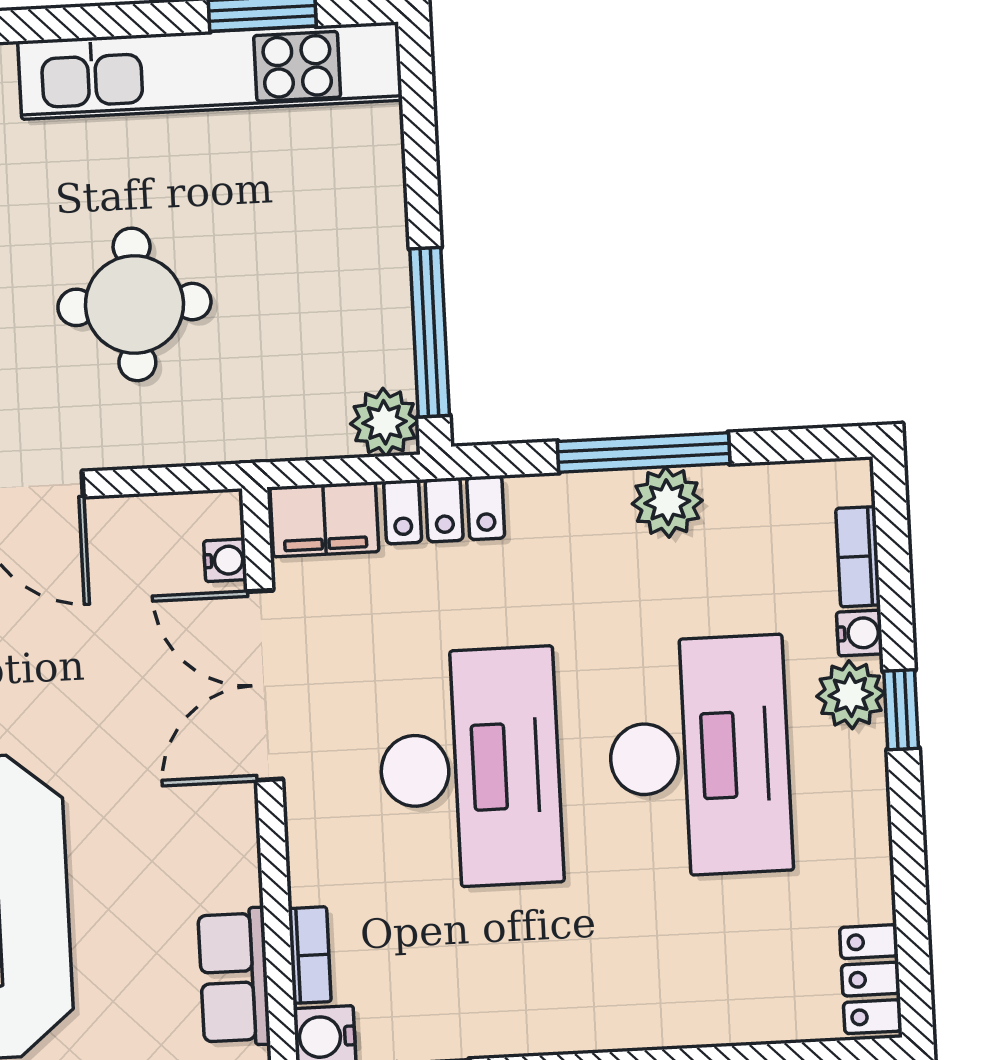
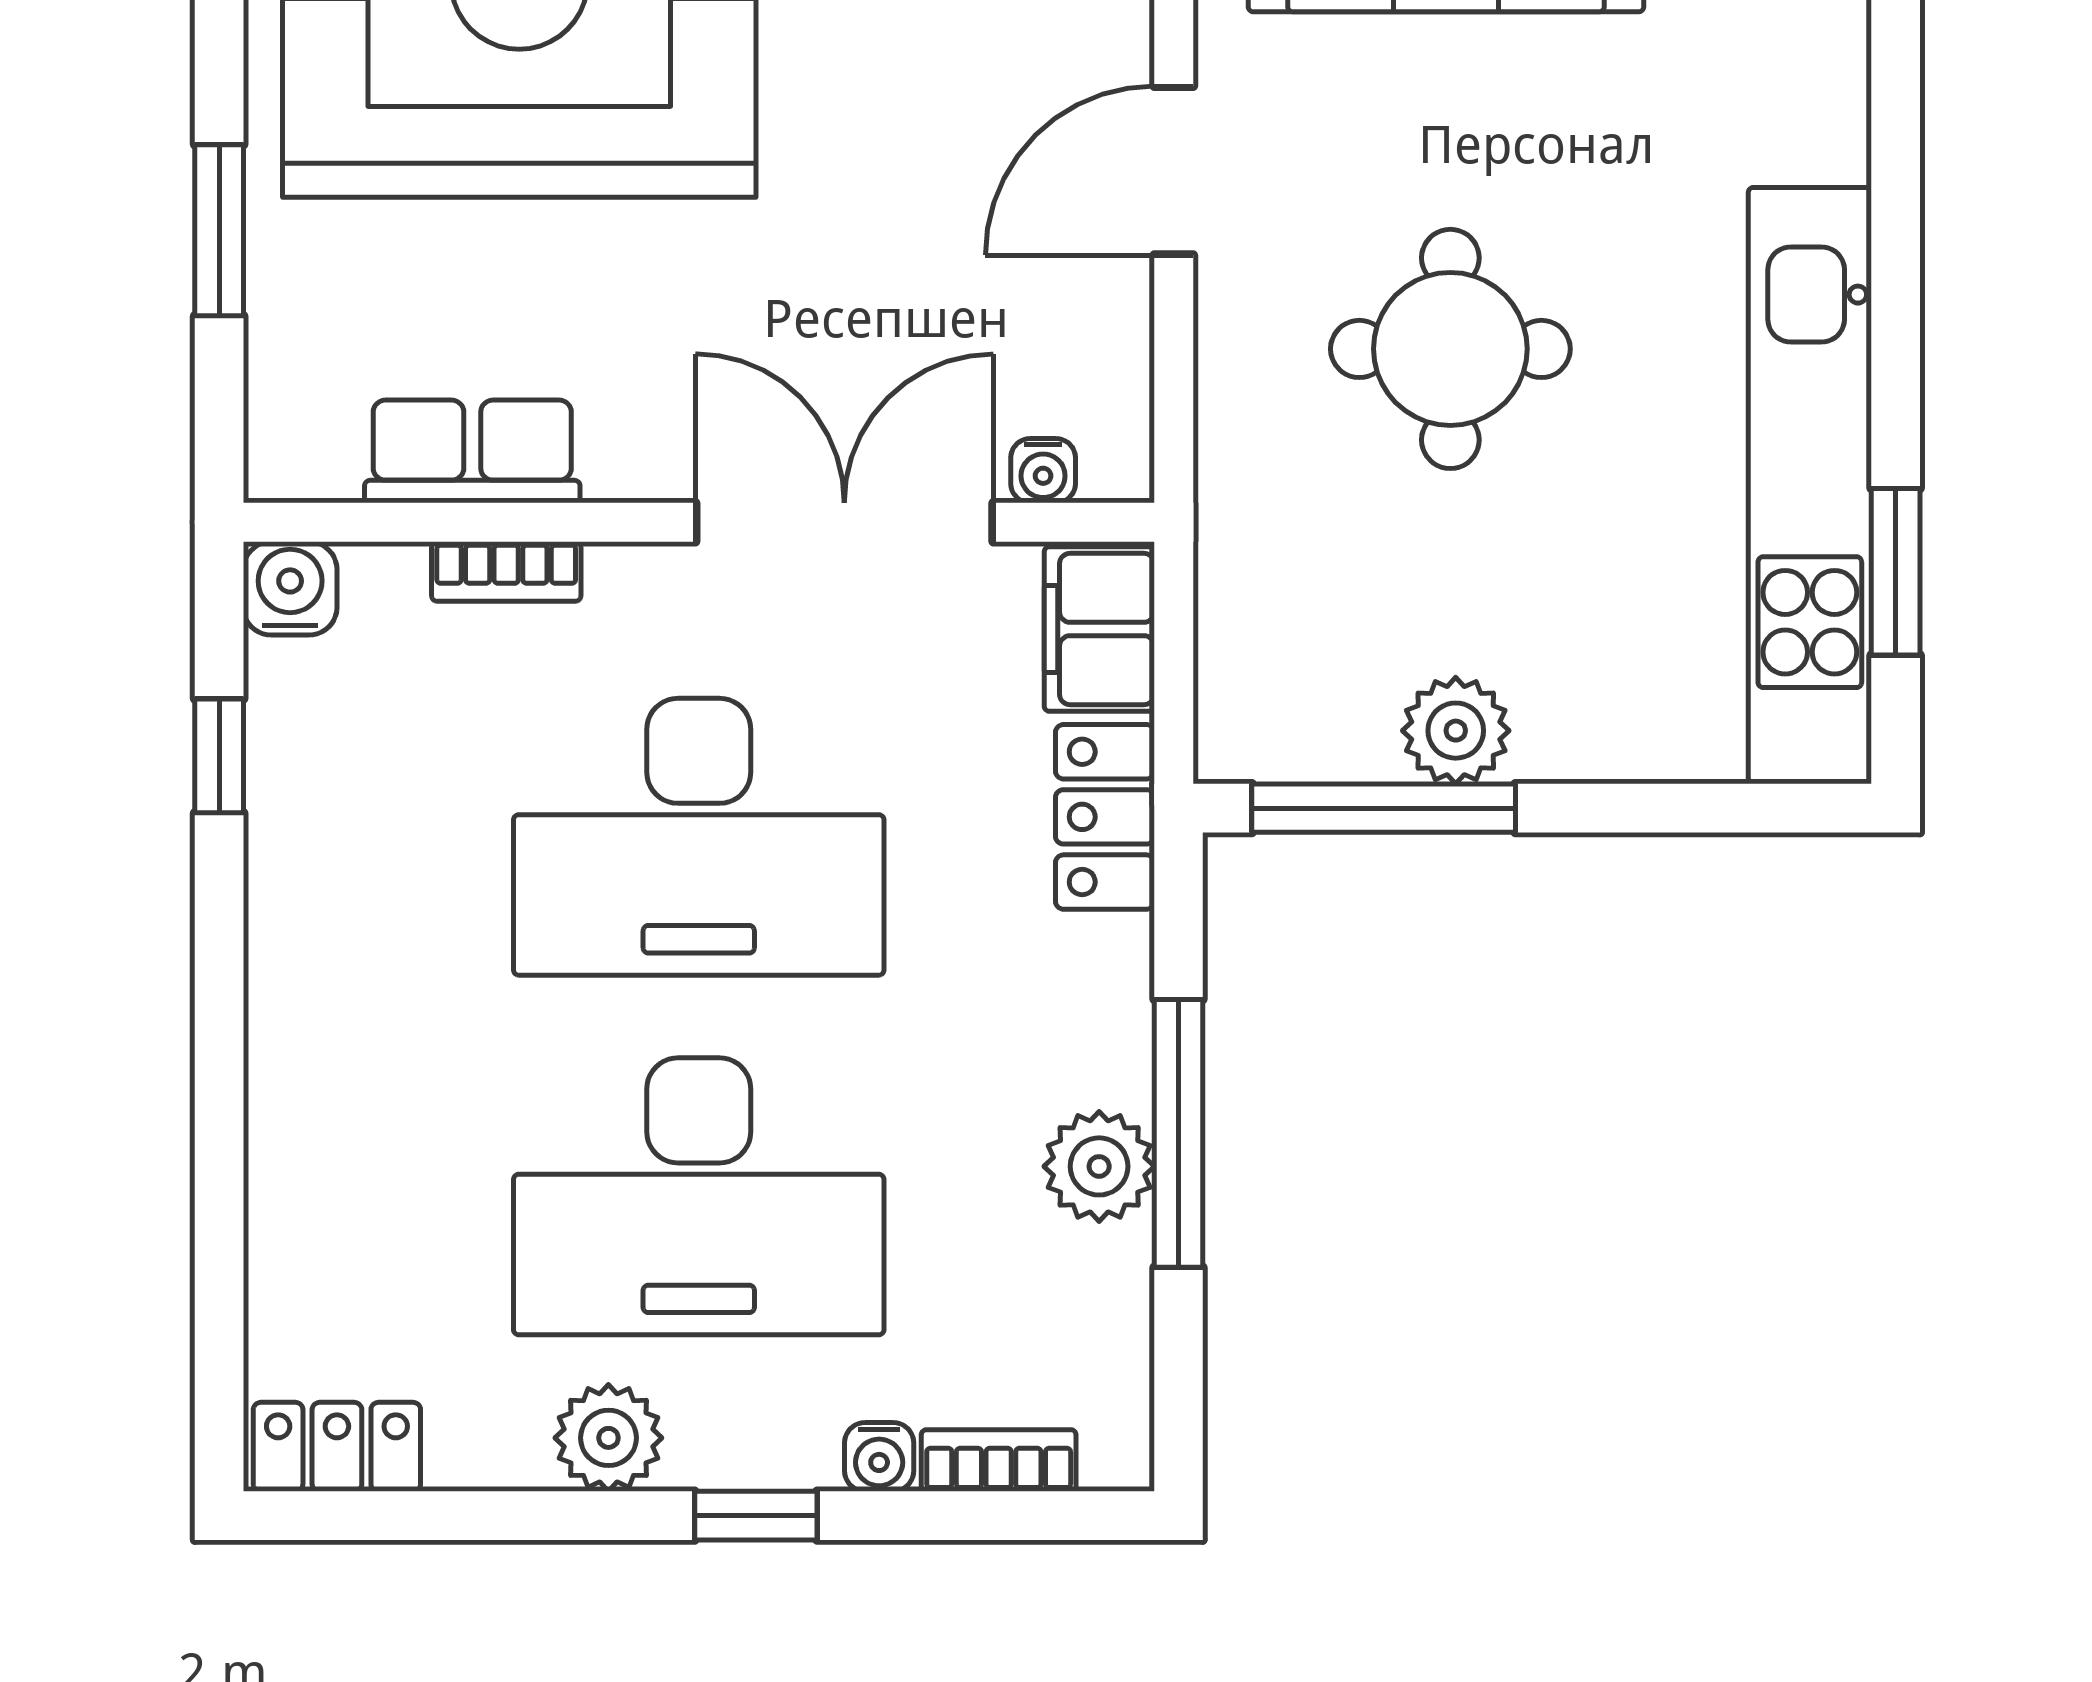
plant: (384, 422) -> (1456, 731), moved
plant: (851, 695) -> (608, 1438), moved
bookcase: (310, 955) -> (506, 571), moved
row of seats: (234, 977) -> (472, 451), moved

